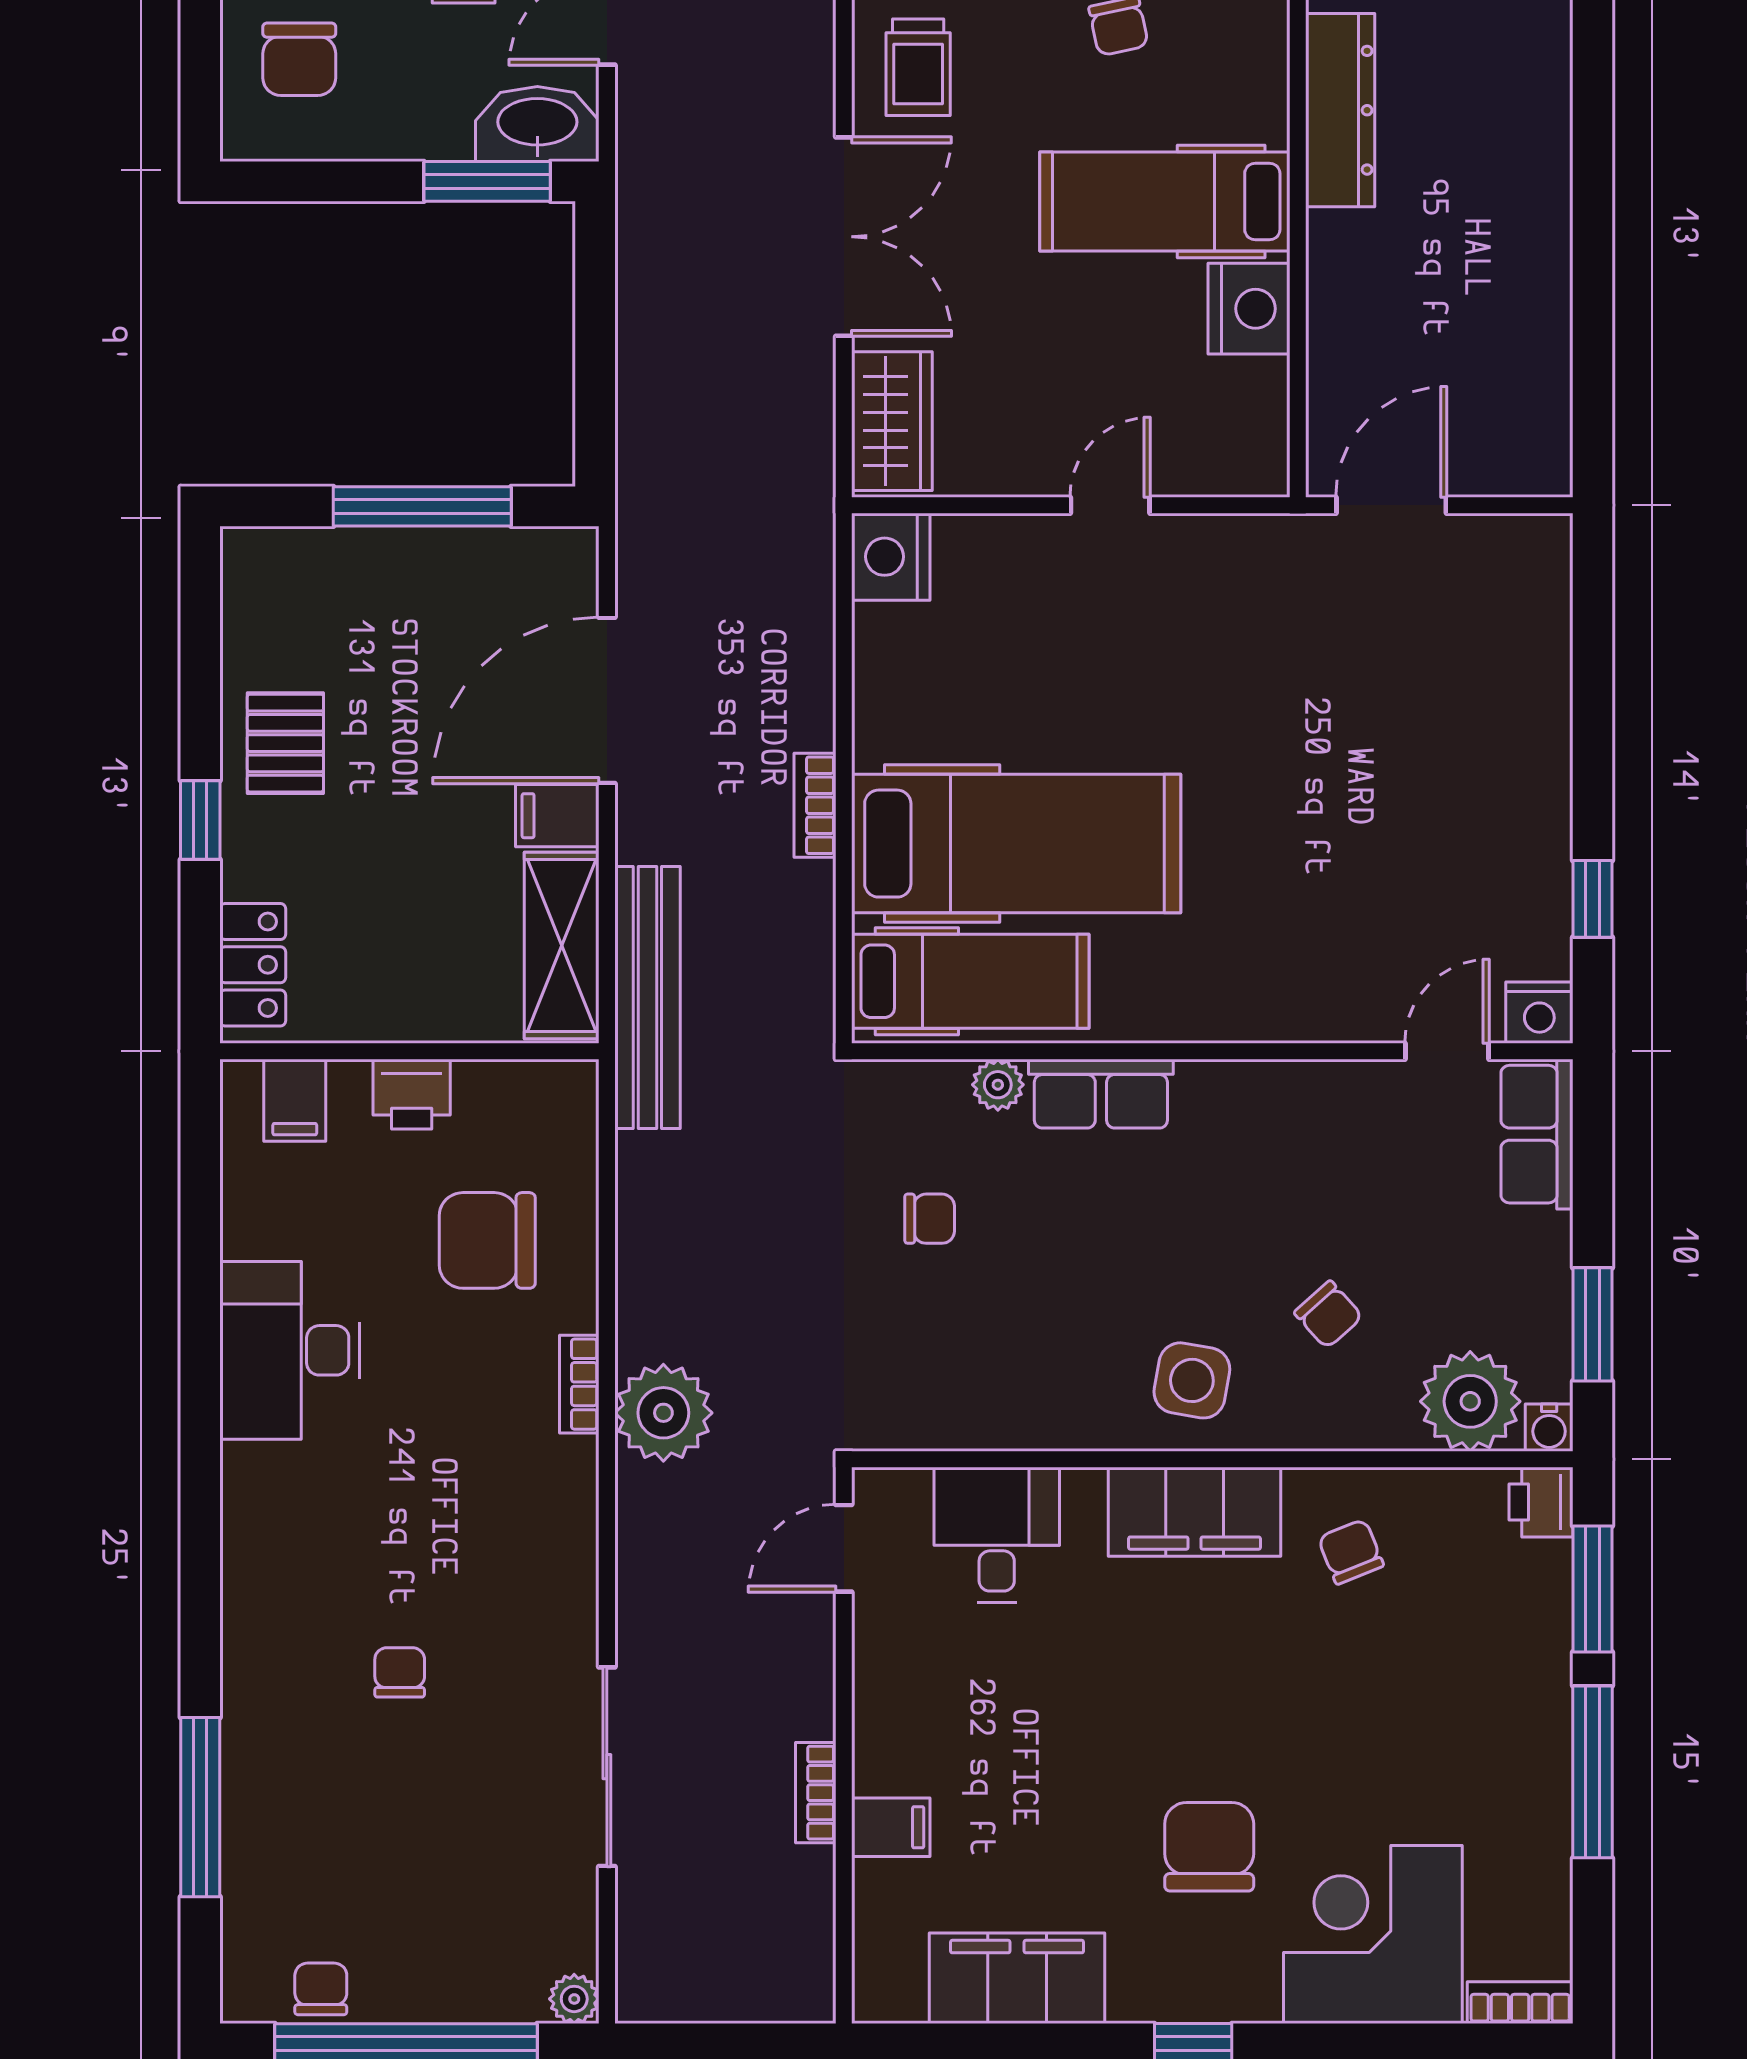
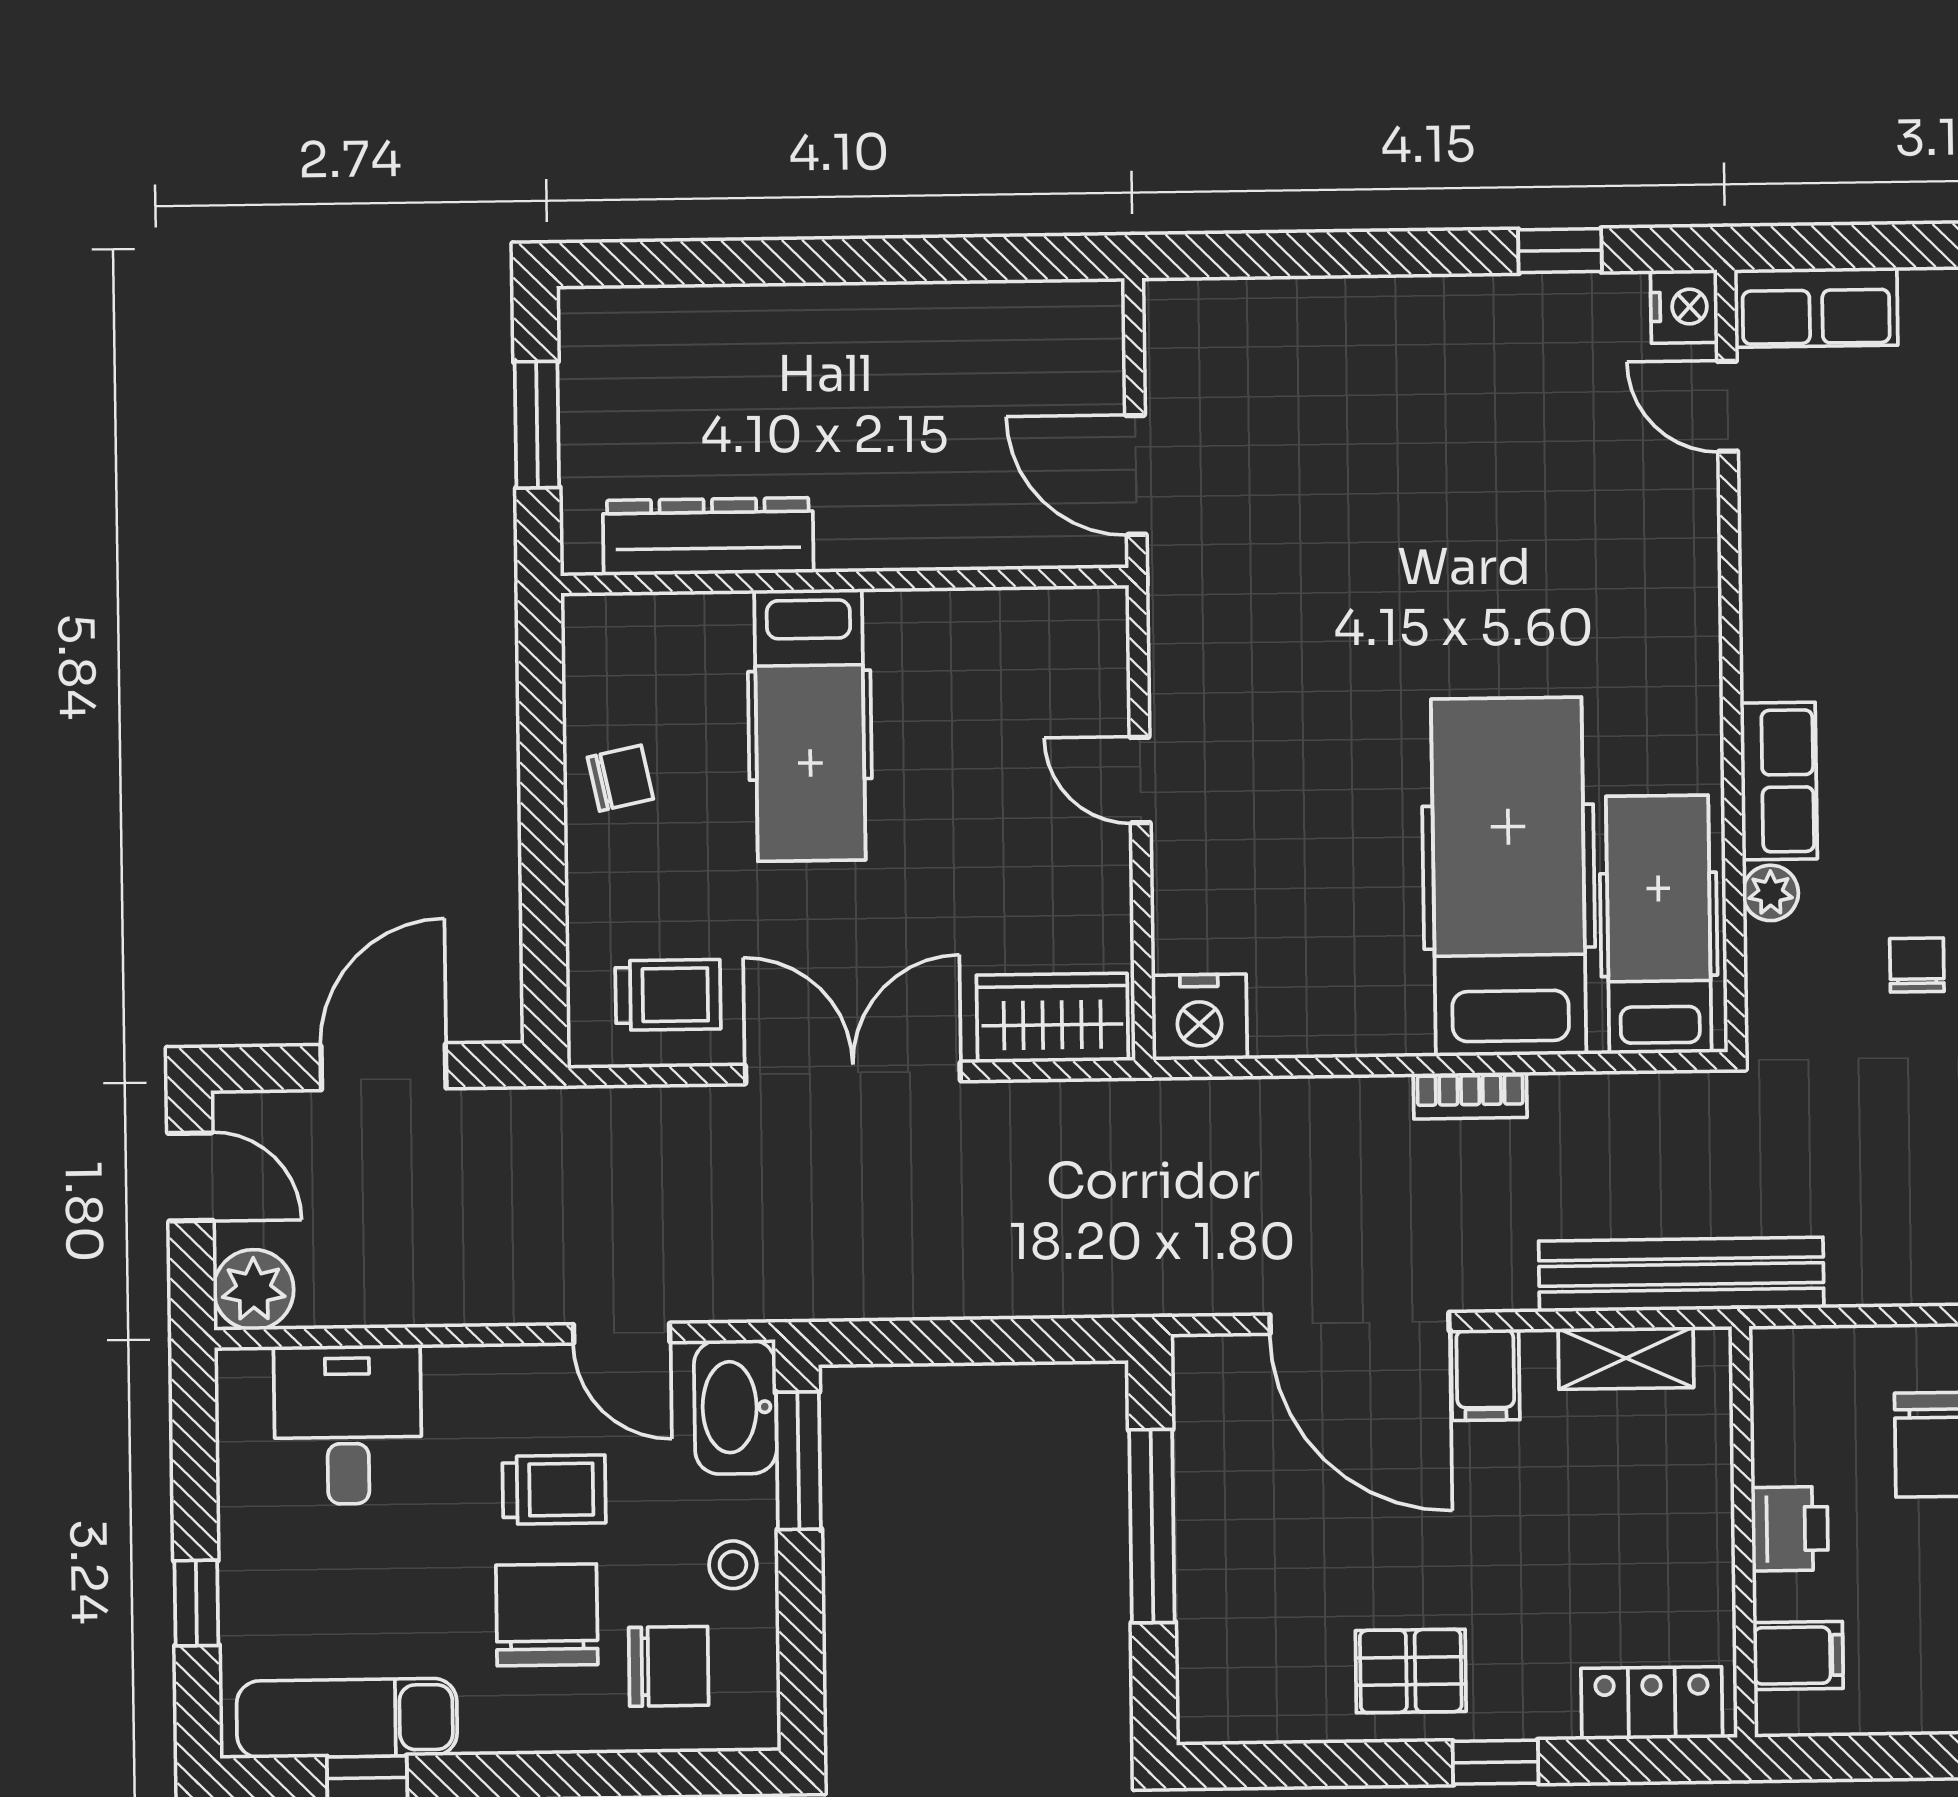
stool: (392, 120) -> (733, 1565), added
nightstand: (1249, 309) -> (925, 632), removed
shelving: (562, 945) -> (1626, 1358), width x0.67, depth x0.75

